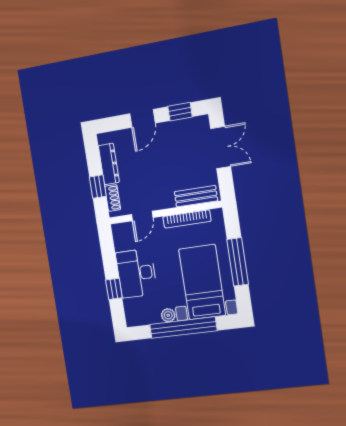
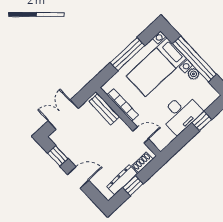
window: (98, 187) -> (133, 186), moved

